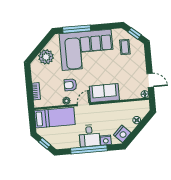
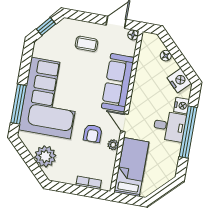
coffee table: (125, 47) -> (87, 44), moved
sofa: (104, 93) -> (118, 83), width x1.36
window: (45, 143) -> (163, 191), removed

